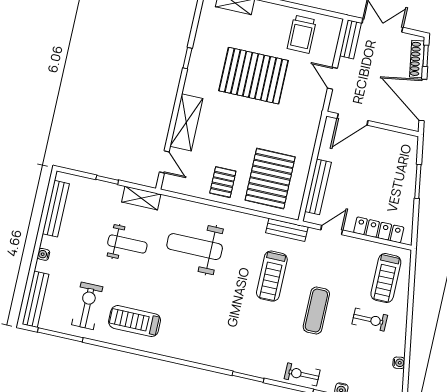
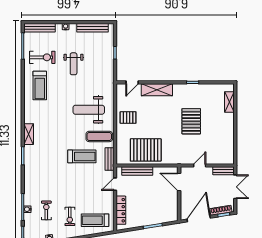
trolley: (302, 34) -> (220, 143), removed
pallet: (254, 76) -> (191, 121), width x0.73, depth x0.71
pallet: (270, 178) -> (146, 150), moved
shelving: (141, 198) -> (29, 134), moved
door: (332, 230) -> (115, 184), swing flipped
weight bench: (127, 244) -> (74, 64), moved
weight bench: (195, 247) -> (89, 110), turned -90
treadmill: (272, 276) -> (82, 156), turned 180
exercise mat: (316, 310) -> (99, 136), moved
treadmill: (135, 321) -> (40, 86), turned 180
exercise bike: (302, 374) -> (46, 210), moved

